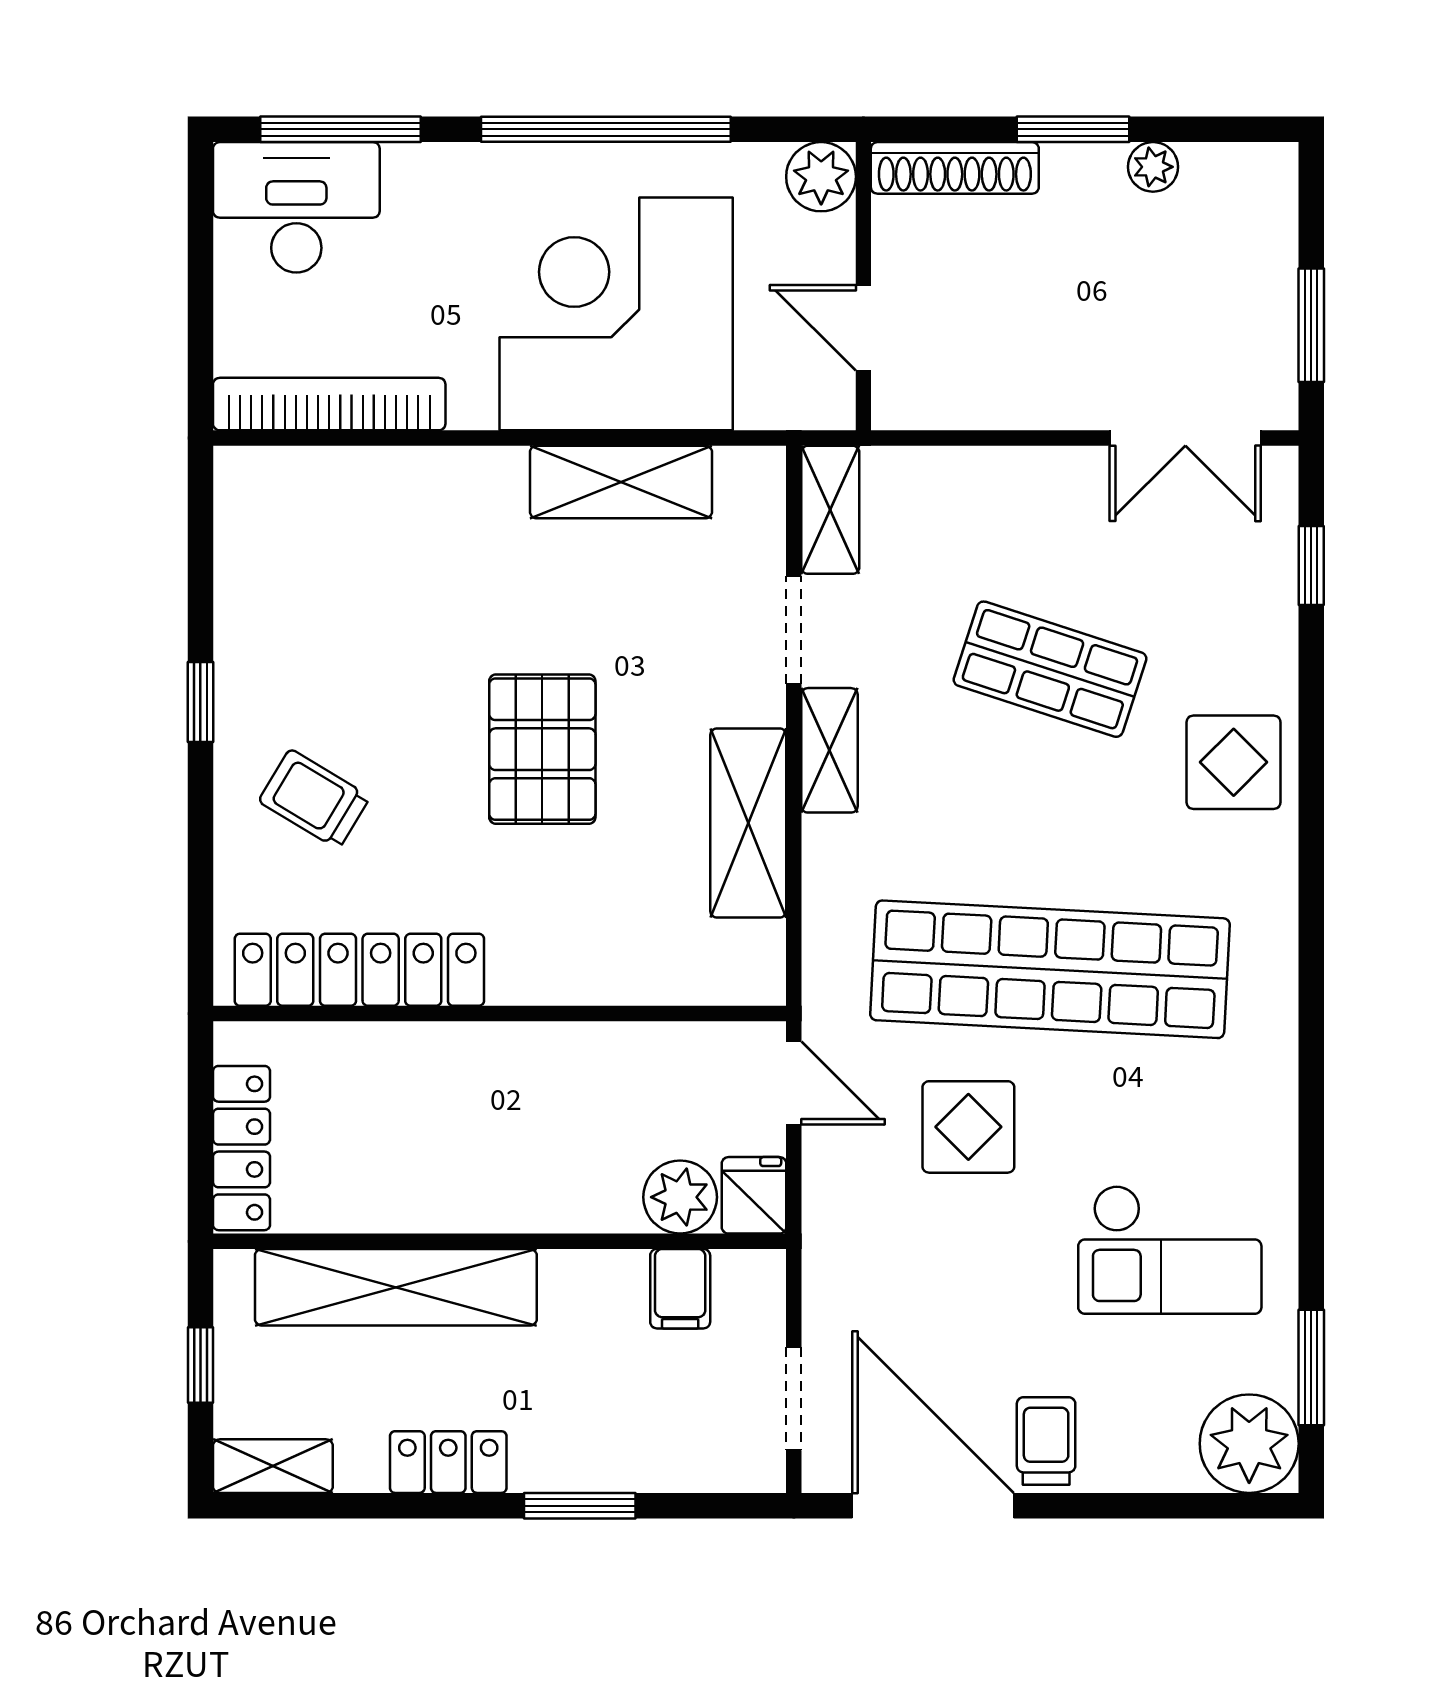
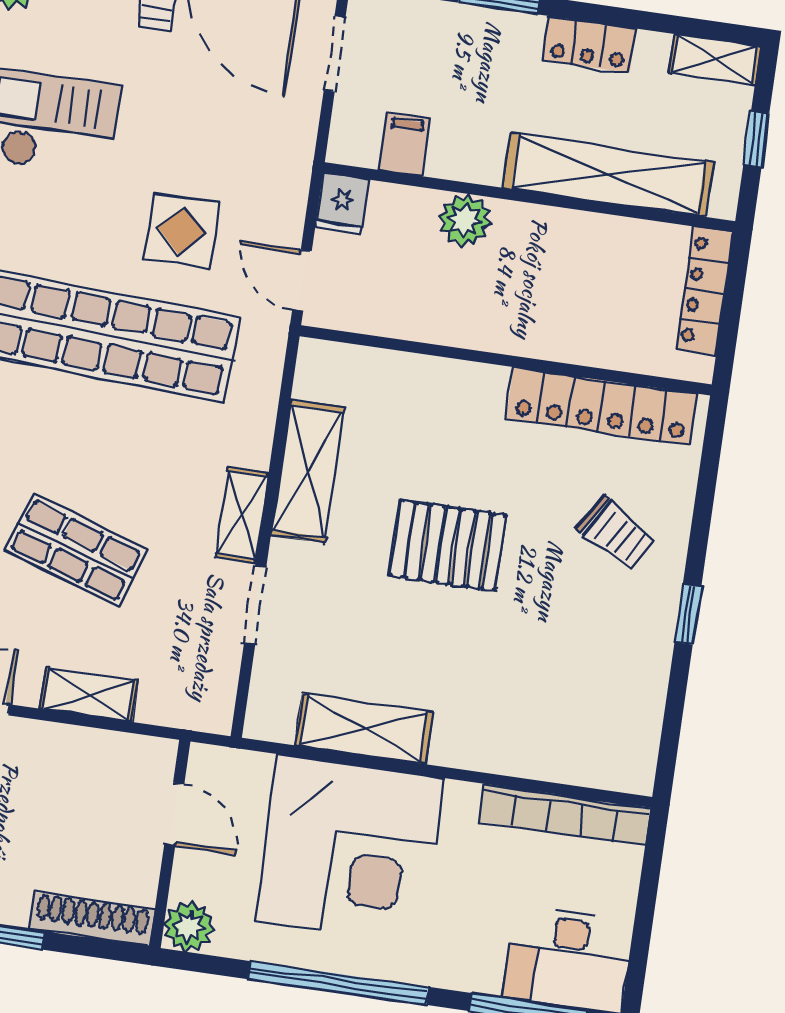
shelving: (830, 510) -> (89, 695), moved, turned 90
pallet: (542, 749) -> (448, 545), turned 90
plant: (680, 1197) -> (465, 220), moved

